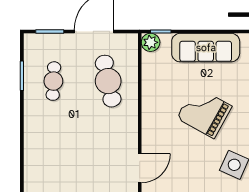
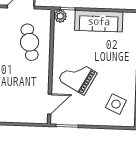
grand piano: (204, 112) -> (78, 76), moved

